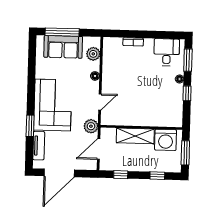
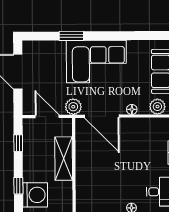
door: (100, 102) -> (102, 116), width x1.87
washing machine: (166, 140) -> (35, 195), moved, turned 180
tv unit: (39, 146) -> (49, 47), removed

